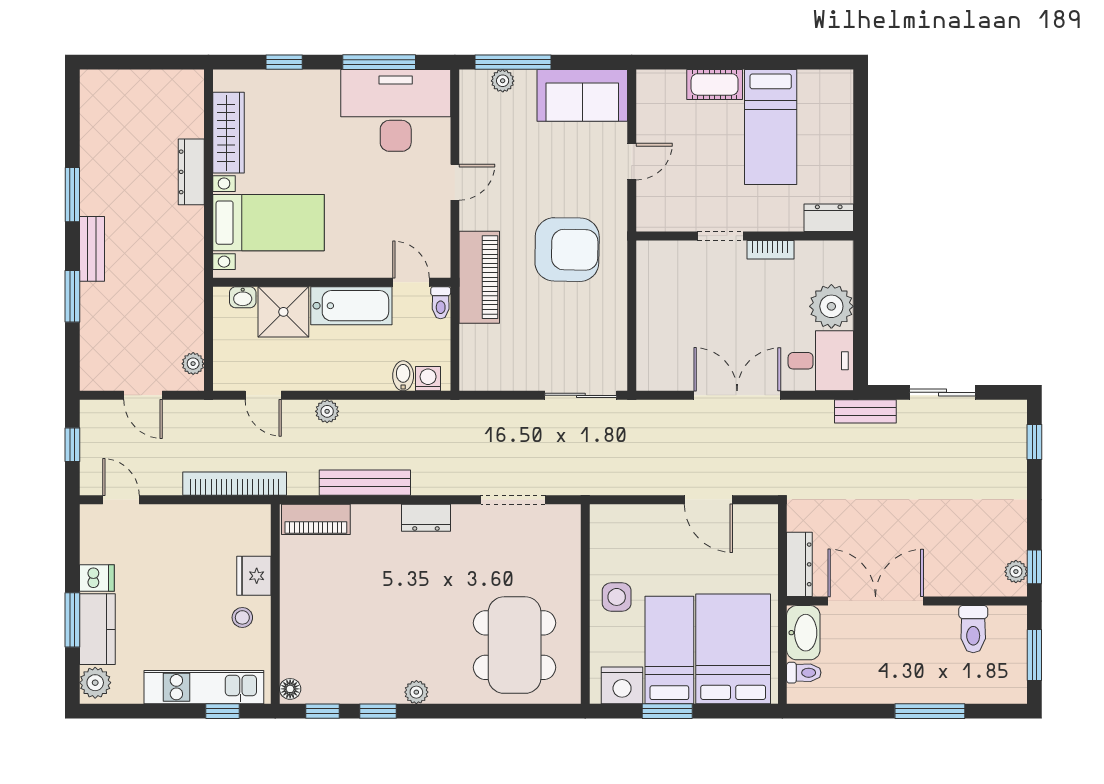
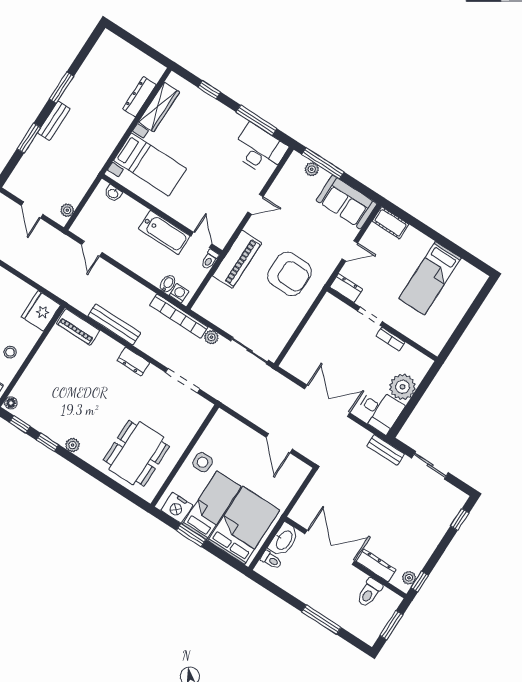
cot: (715, 84) -> (391, 223), moved
desk: (396, 110) -> (259, 150), width x0.73, depth x0.77
dresser: (191, 172) -> (139, 97), moved
dresser: (829, 218) -> (346, 288), moved
shower: (283, 312) -> (129, 214), removed
plant: (327, 411) -> (211, 337), moved
bookcase: (235, 484) -> (179, 316), moved, turned 180
dresser: (799, 564) -> (376, 565), moved, turned -90
fridge: (254, 576) -> (41, 311), moved, width x1.36, depth x1.34

